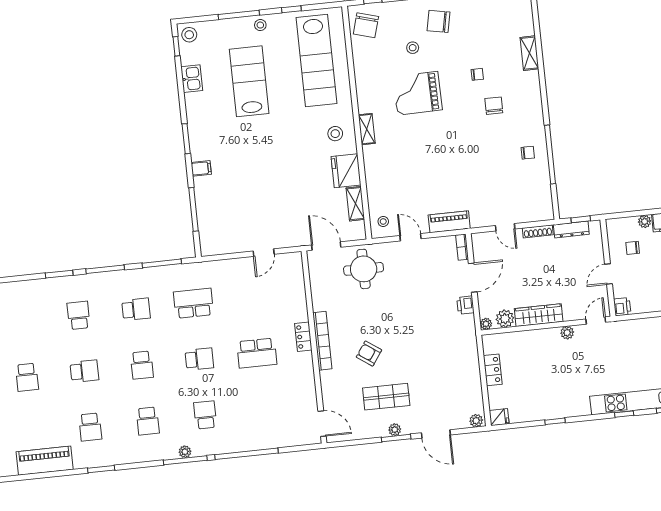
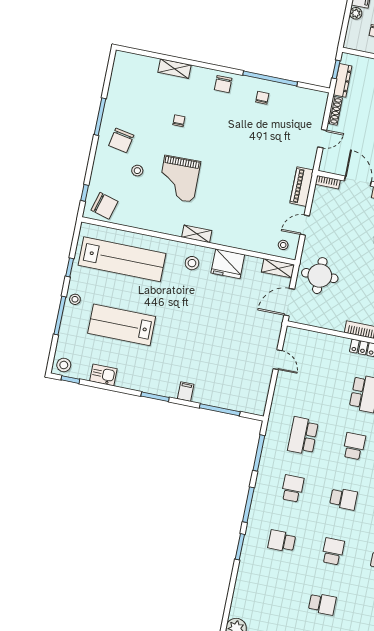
chair: (494, 106) -> (223, 84), moved, turned -90
shelving: (355, 204) -> (278, 268), moved

